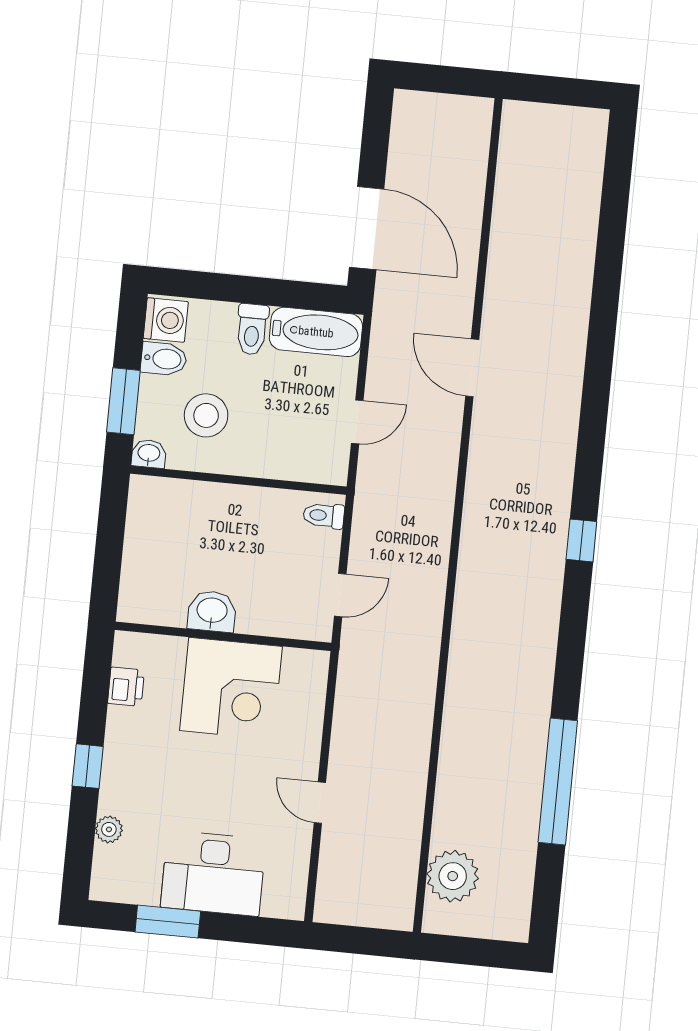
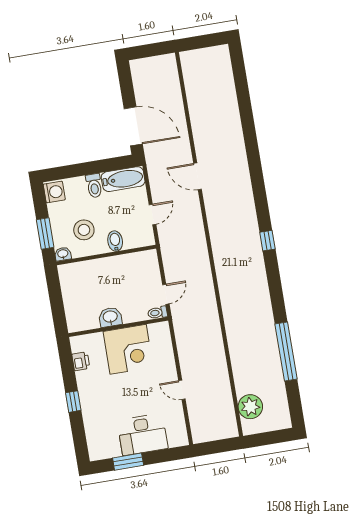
bidet: (164, 359) -> (115, 241), moved, turned -90
toilet: (324, 516) -> (158, 313), moved
plant: (109, 829) -> (90, 427), removed

